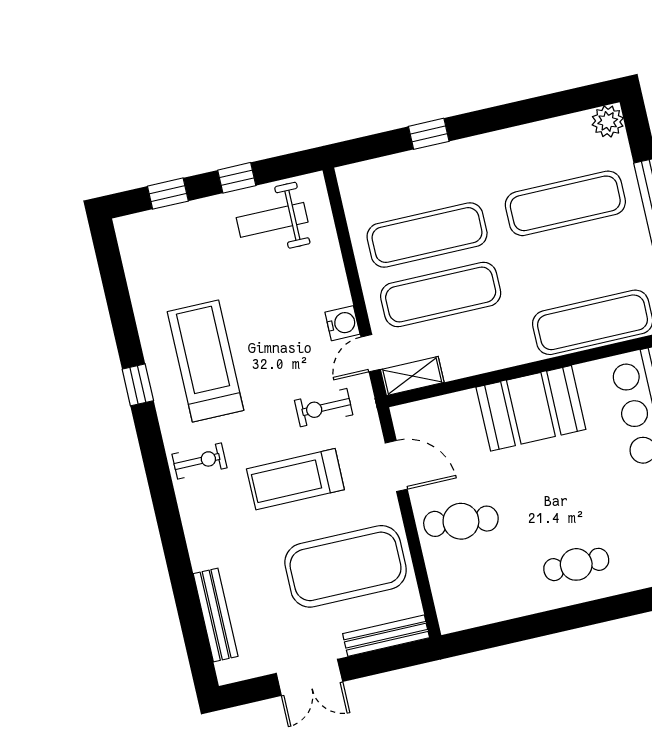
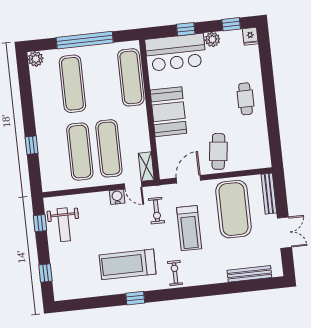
window: (237, 178) -> (40, 223), moved

